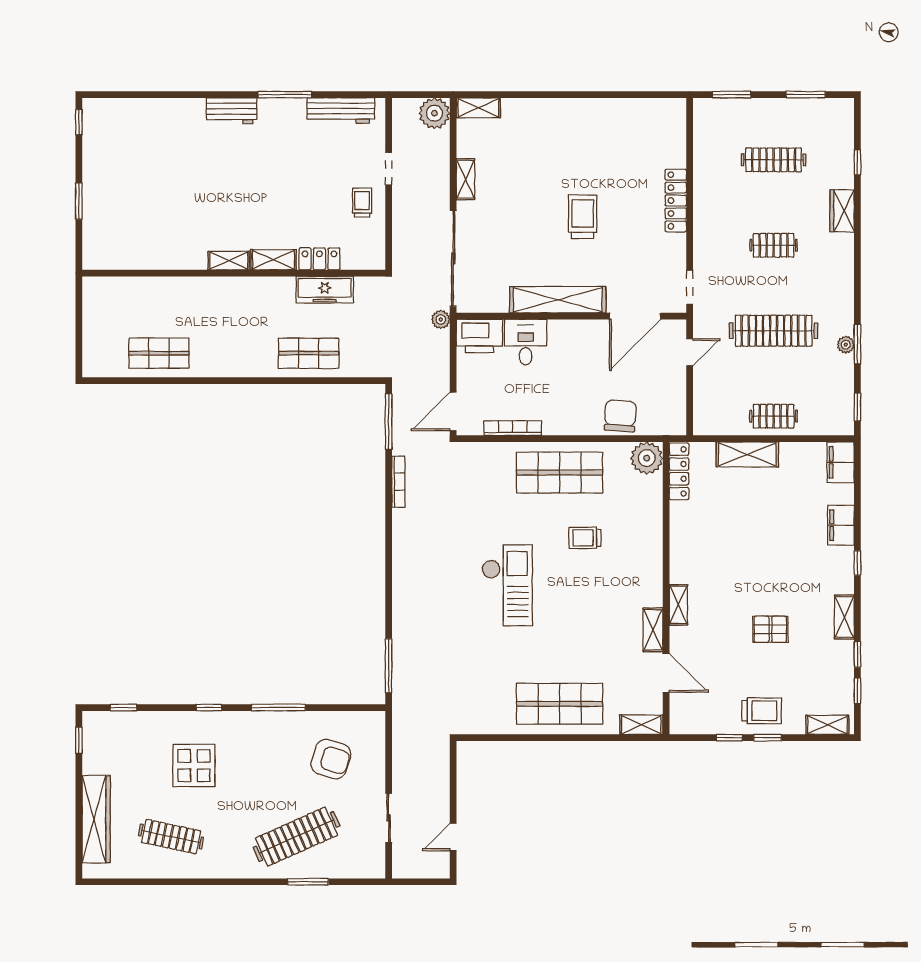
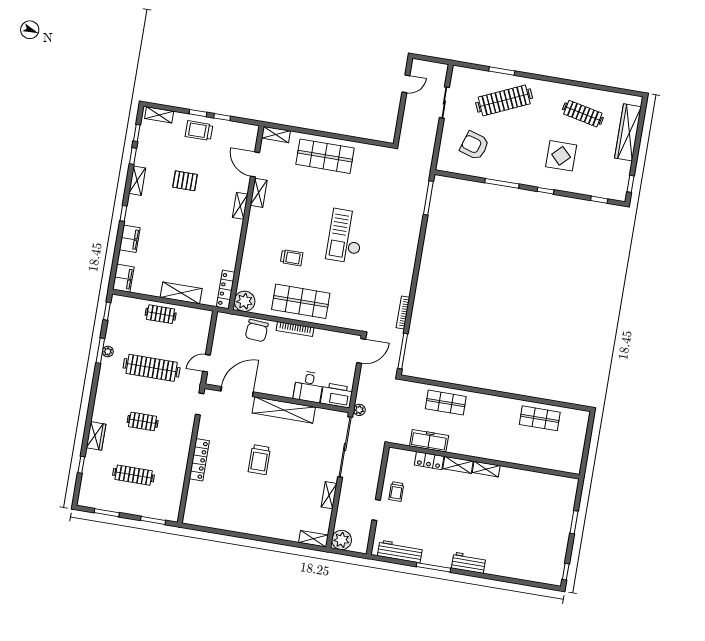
bookcase: (513, 428) -> (295, 329), moved

